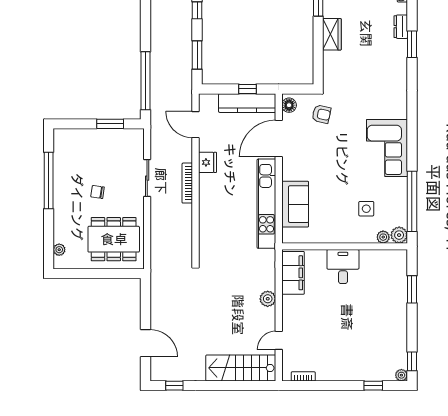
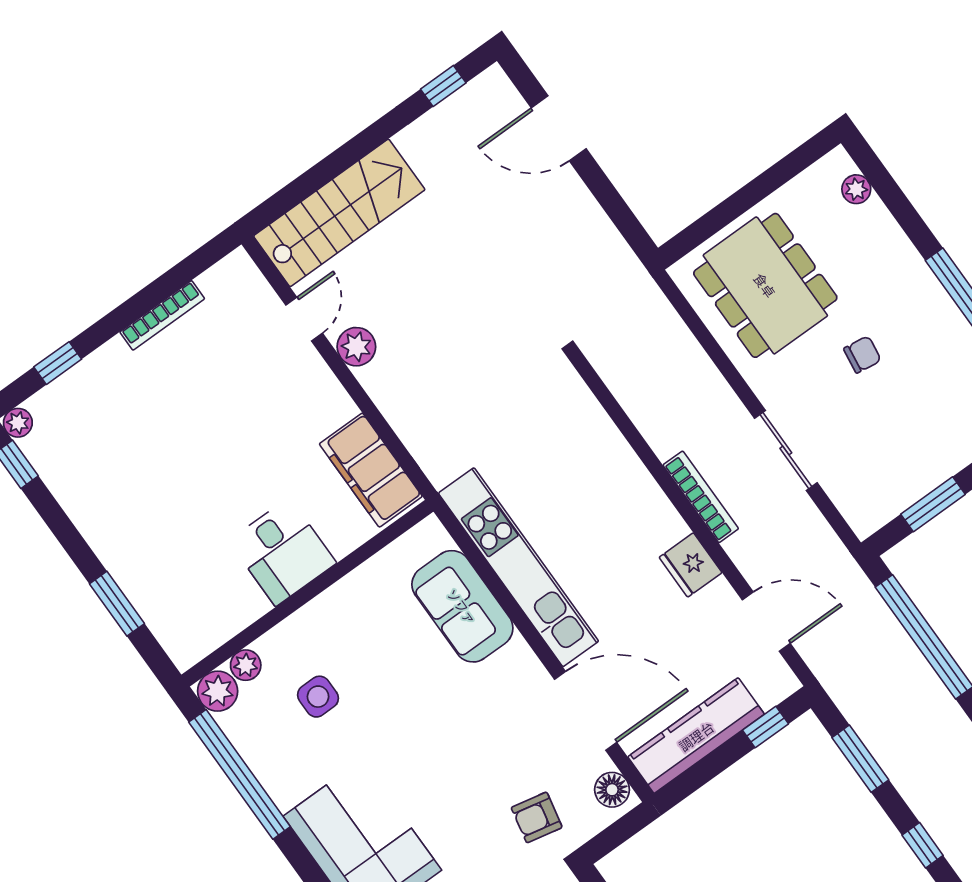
window: (247, 89) -> (765, 727), moved
door: (279, 138) -> (586, 711), hinge flipped
dining table: (114, 239) -> (765, 285), turned 90
plant: (268, 299) -> (356, 347), moved
bookcase: (303, 376) -> (162, 315), moved, width x1.56

